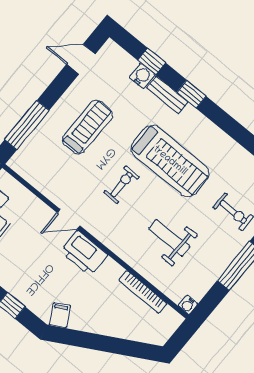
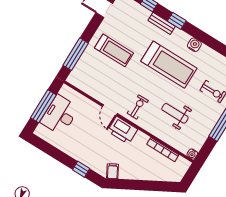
water cooler: (142, 76) -> (194, 45), moved
treadmill: (87, 127) -> (114, 50), turned 90
exercise bike: (121, 185) -> (138, 107), moved
door: (69, 219) -> (110, 110), hinge flipped

